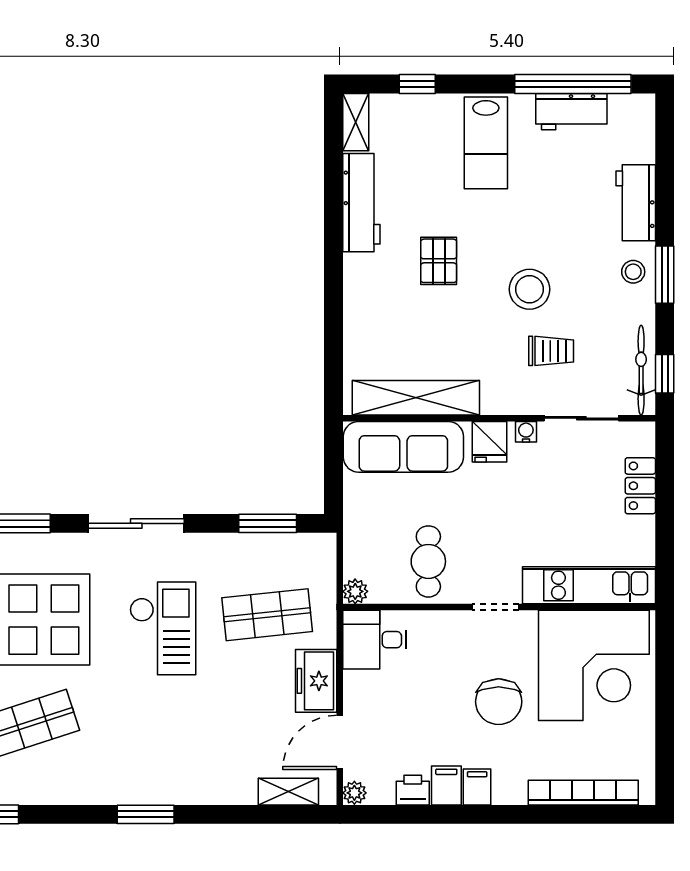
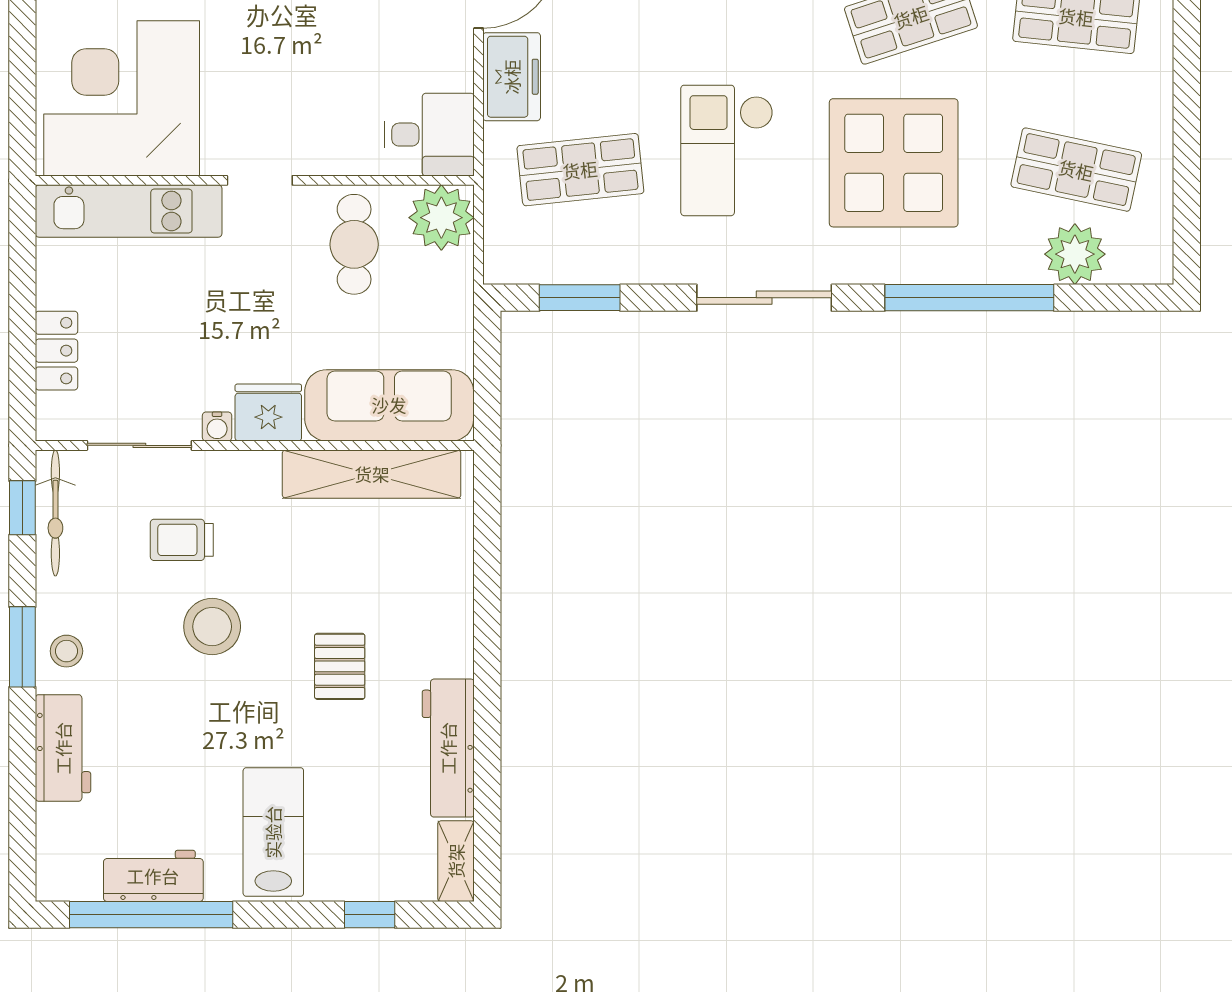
fridge: (489, 442) -> (268, 412), width x1.38
plant: (355, 591) -> (441, 218), width x1.87, depth x1.87
chair: (499, 702) -> (255, 48), removed

